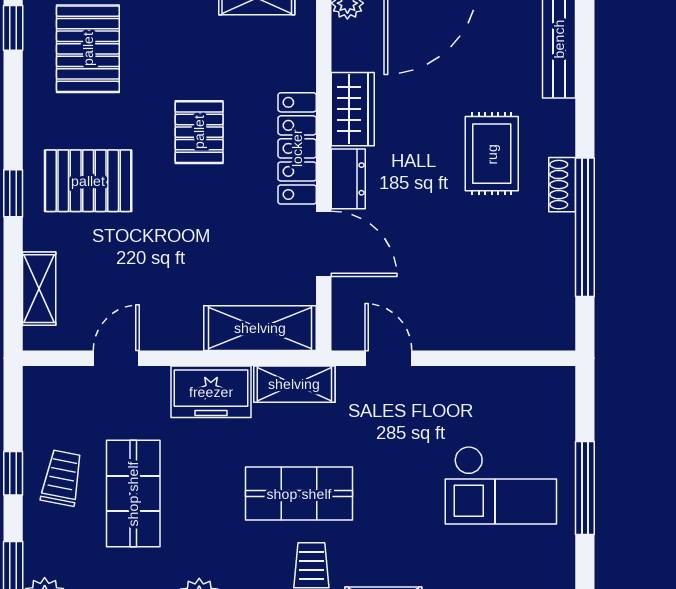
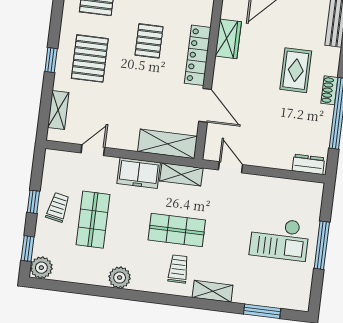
dresser: (348, 179) -> (308, 164), moved, turned -90
pallet: (88, 181) -> (90, 58), turned 90

